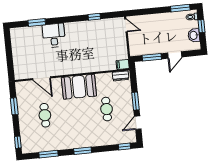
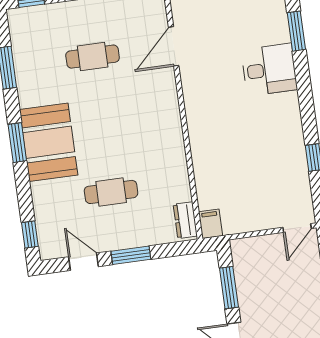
booth: (79, 87) -> (49, 142), moved

